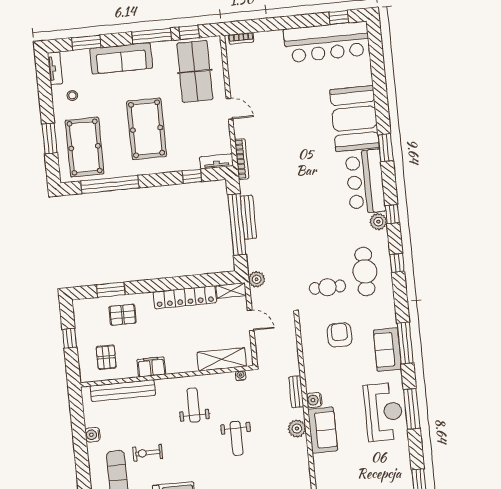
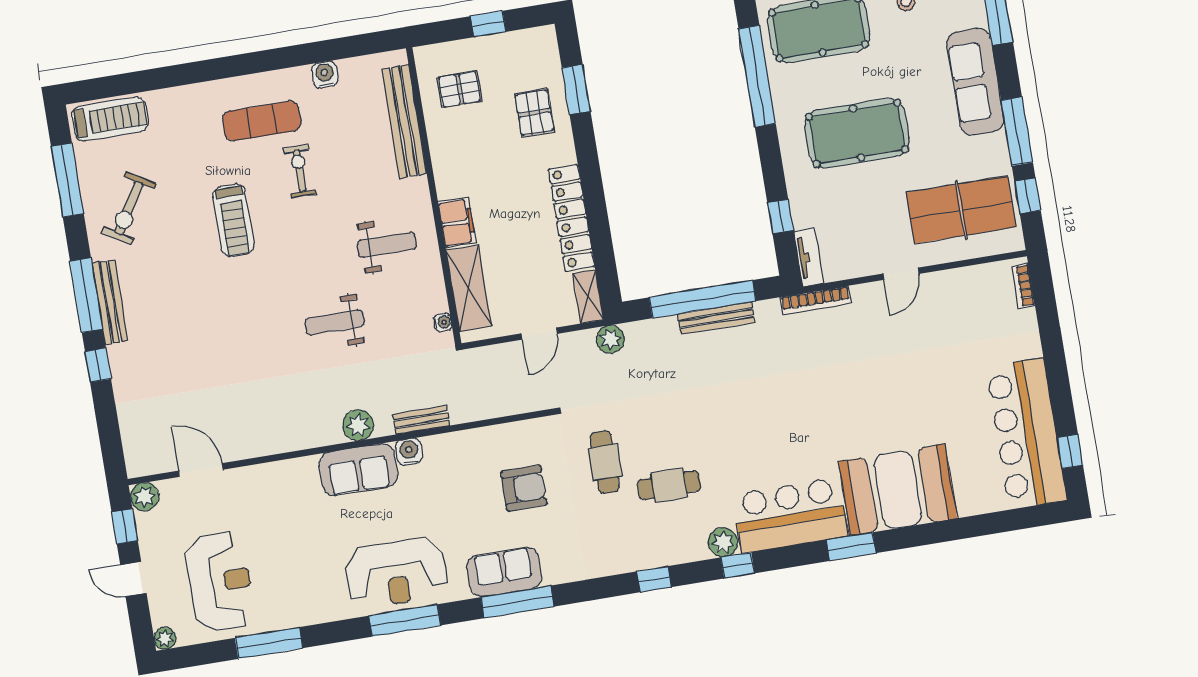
cafe table: (365, 271) -> (669, 485), moved, width x0.73, depth x0.74
filing cabinet: (151, 367) -> (457, 223), moved

